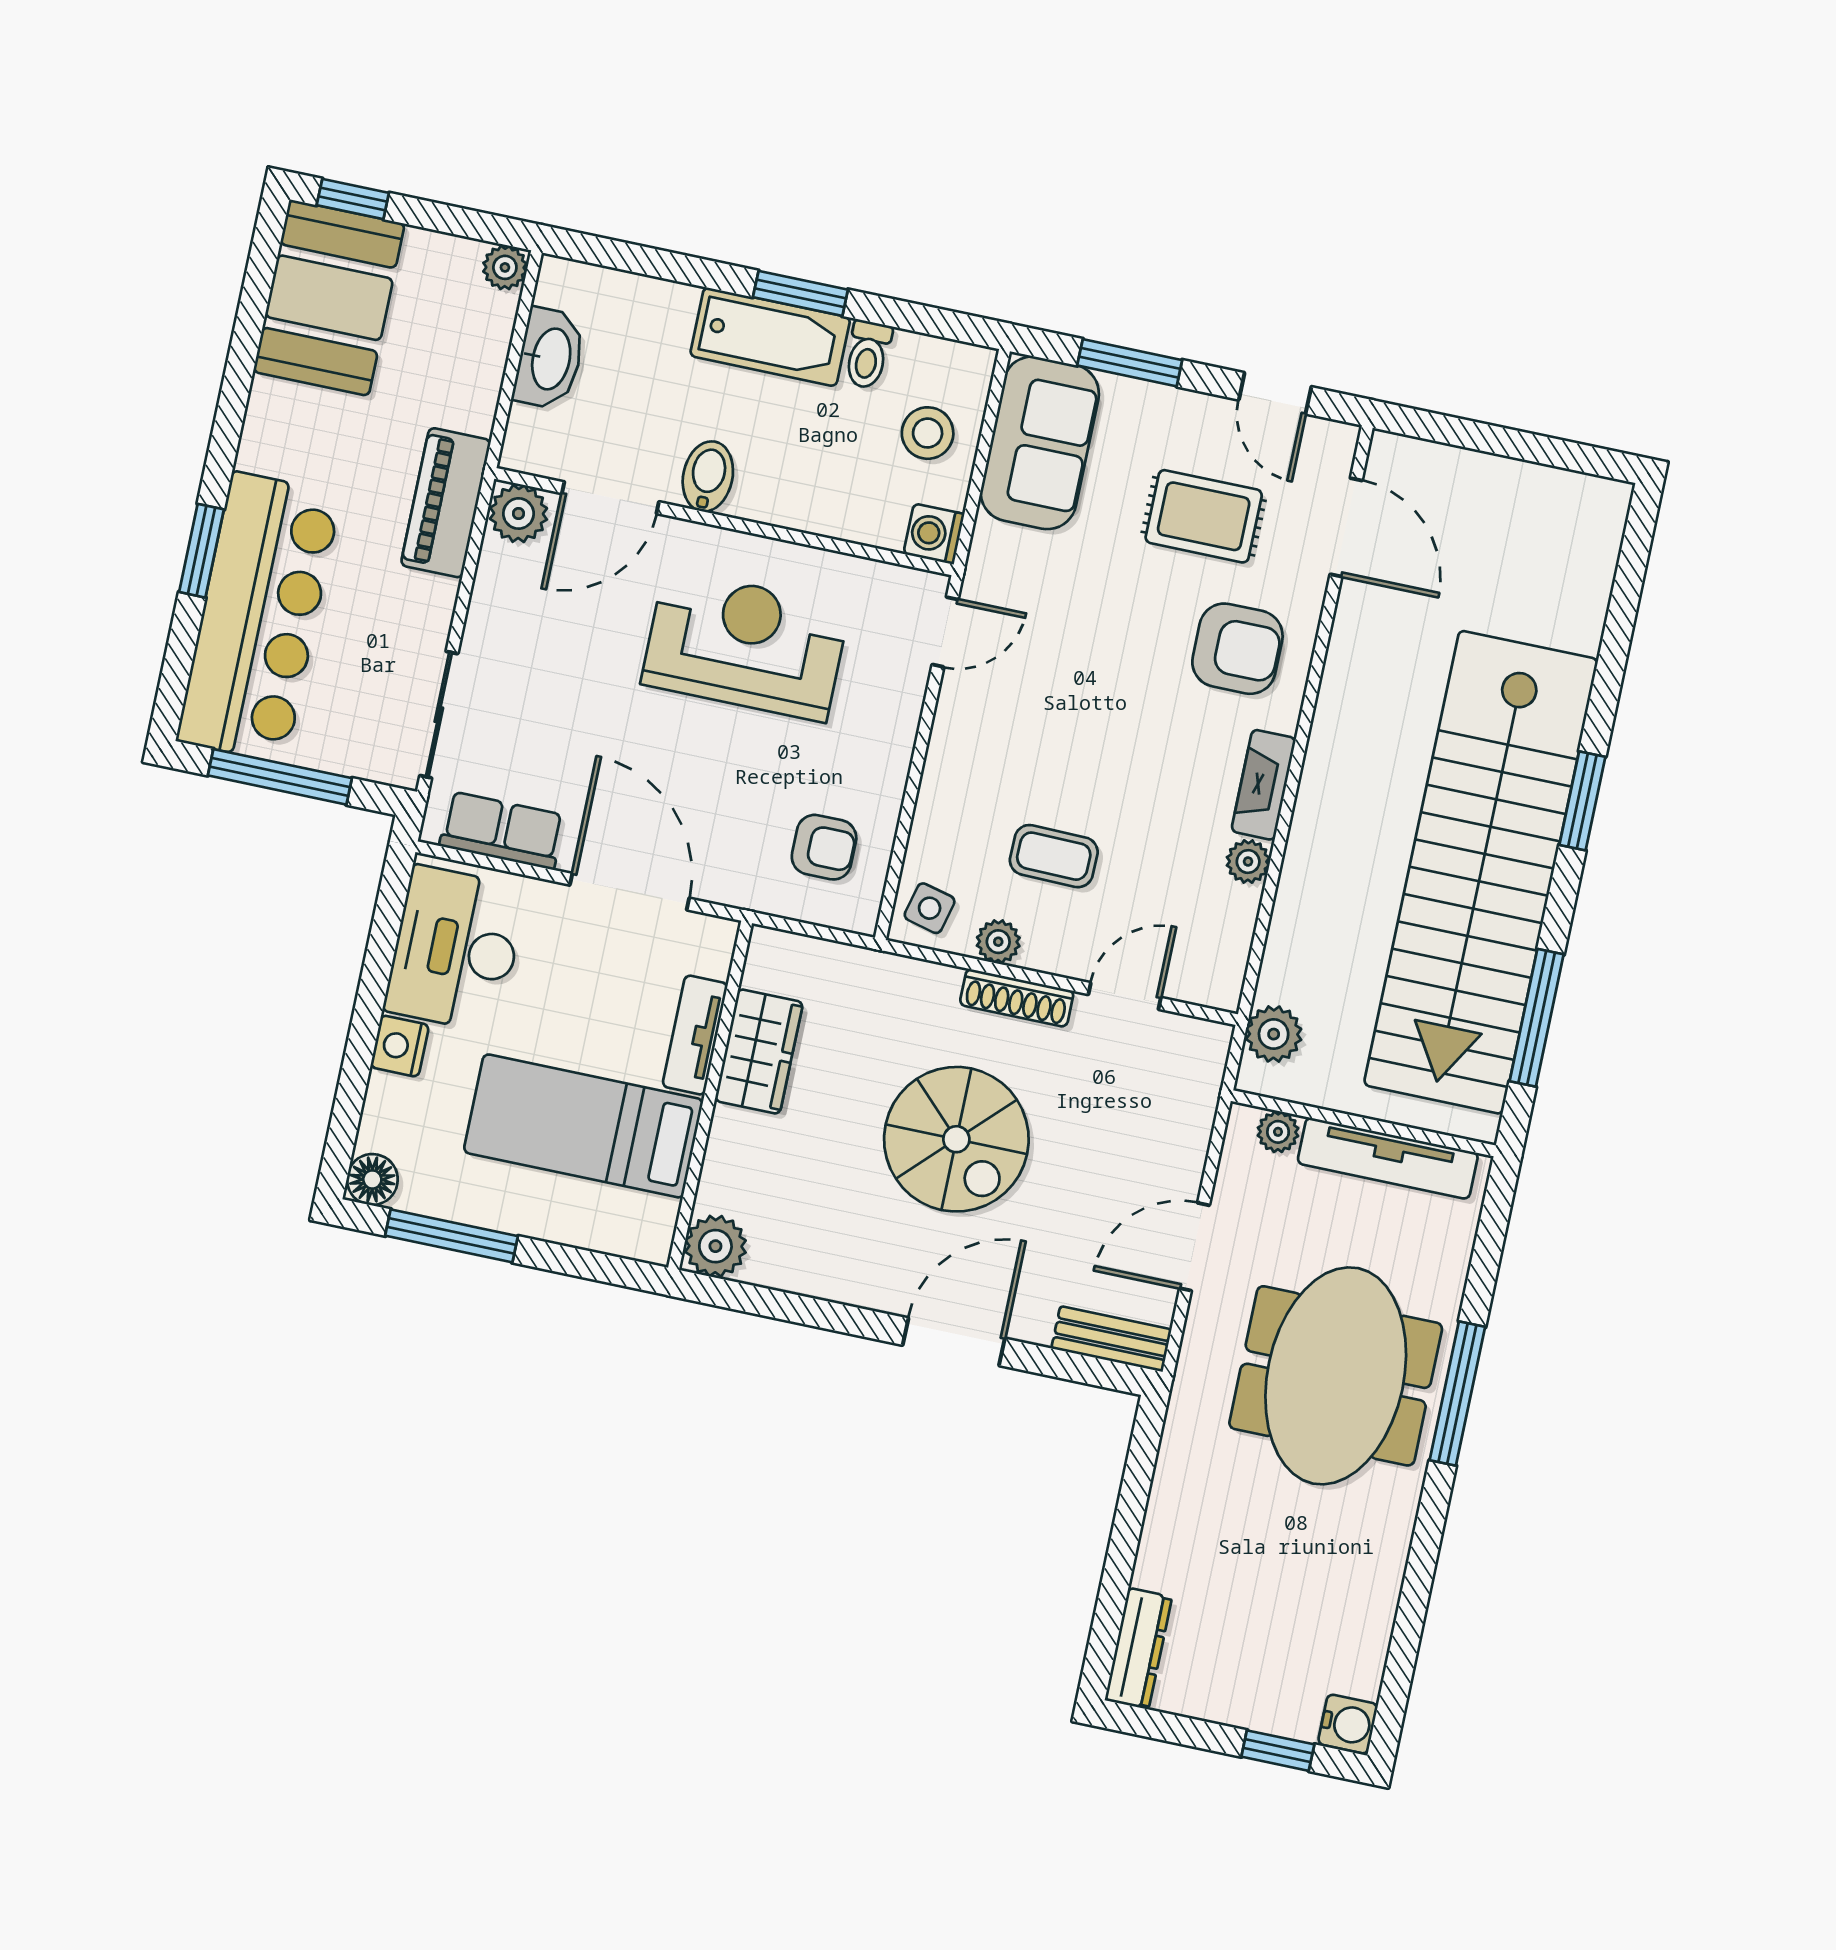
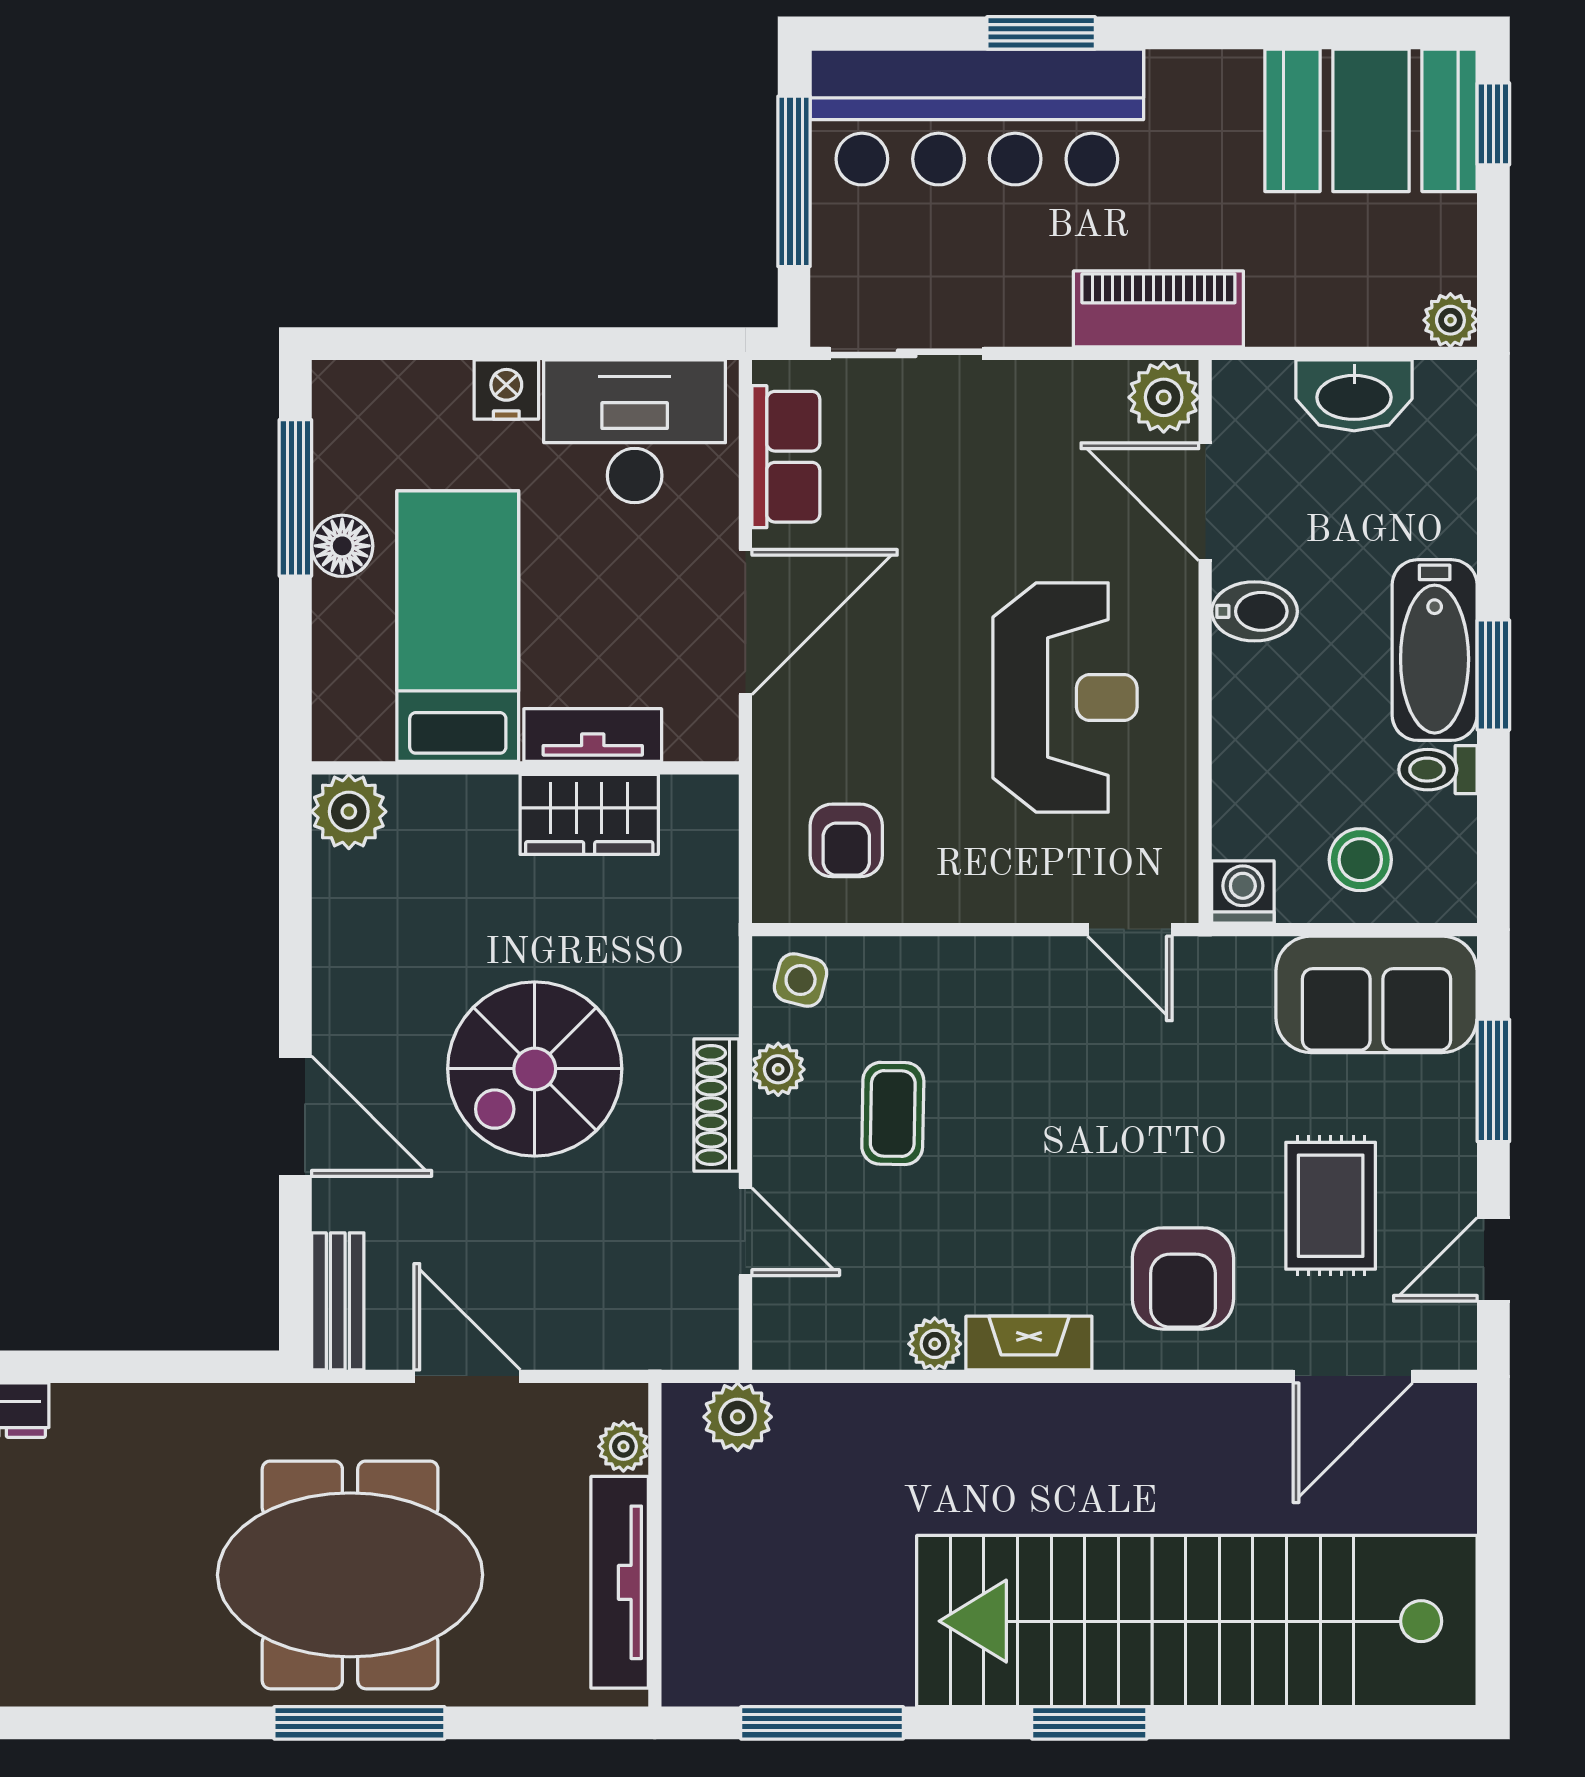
stairs: (1481, 872) -> (1197, 1621), moved
floor lamp: (372, 1179) -> (342, 546), moved

